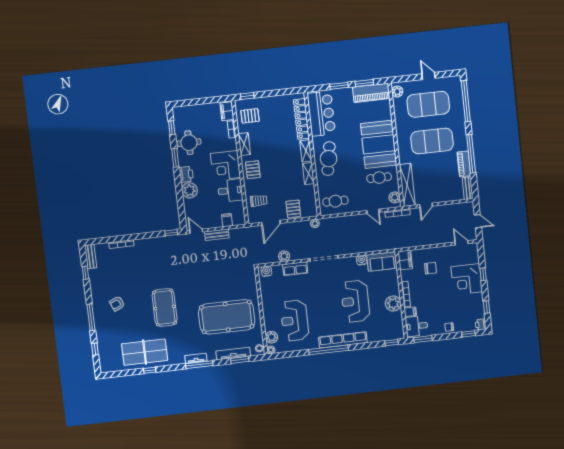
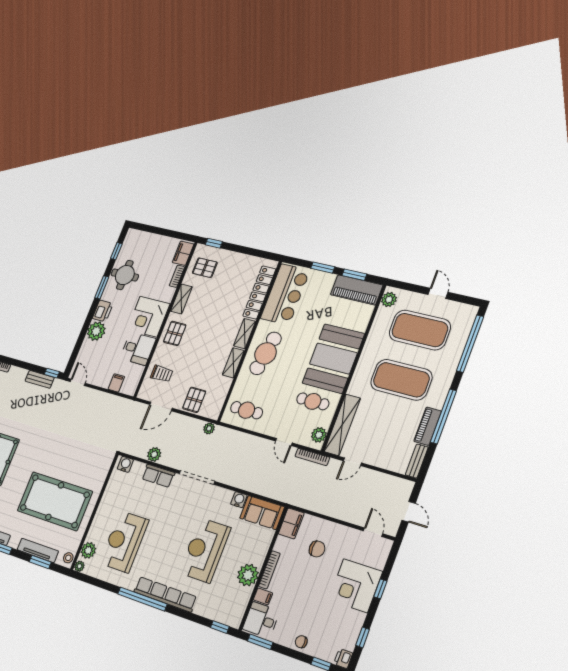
bench: (217, 235) -> (40, 379), moved

